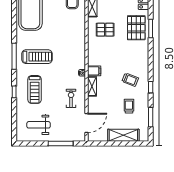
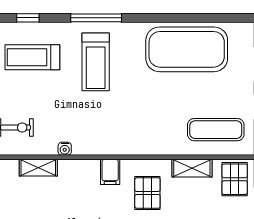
filing cabinet: (94, 71) -> (110, 172), moved

